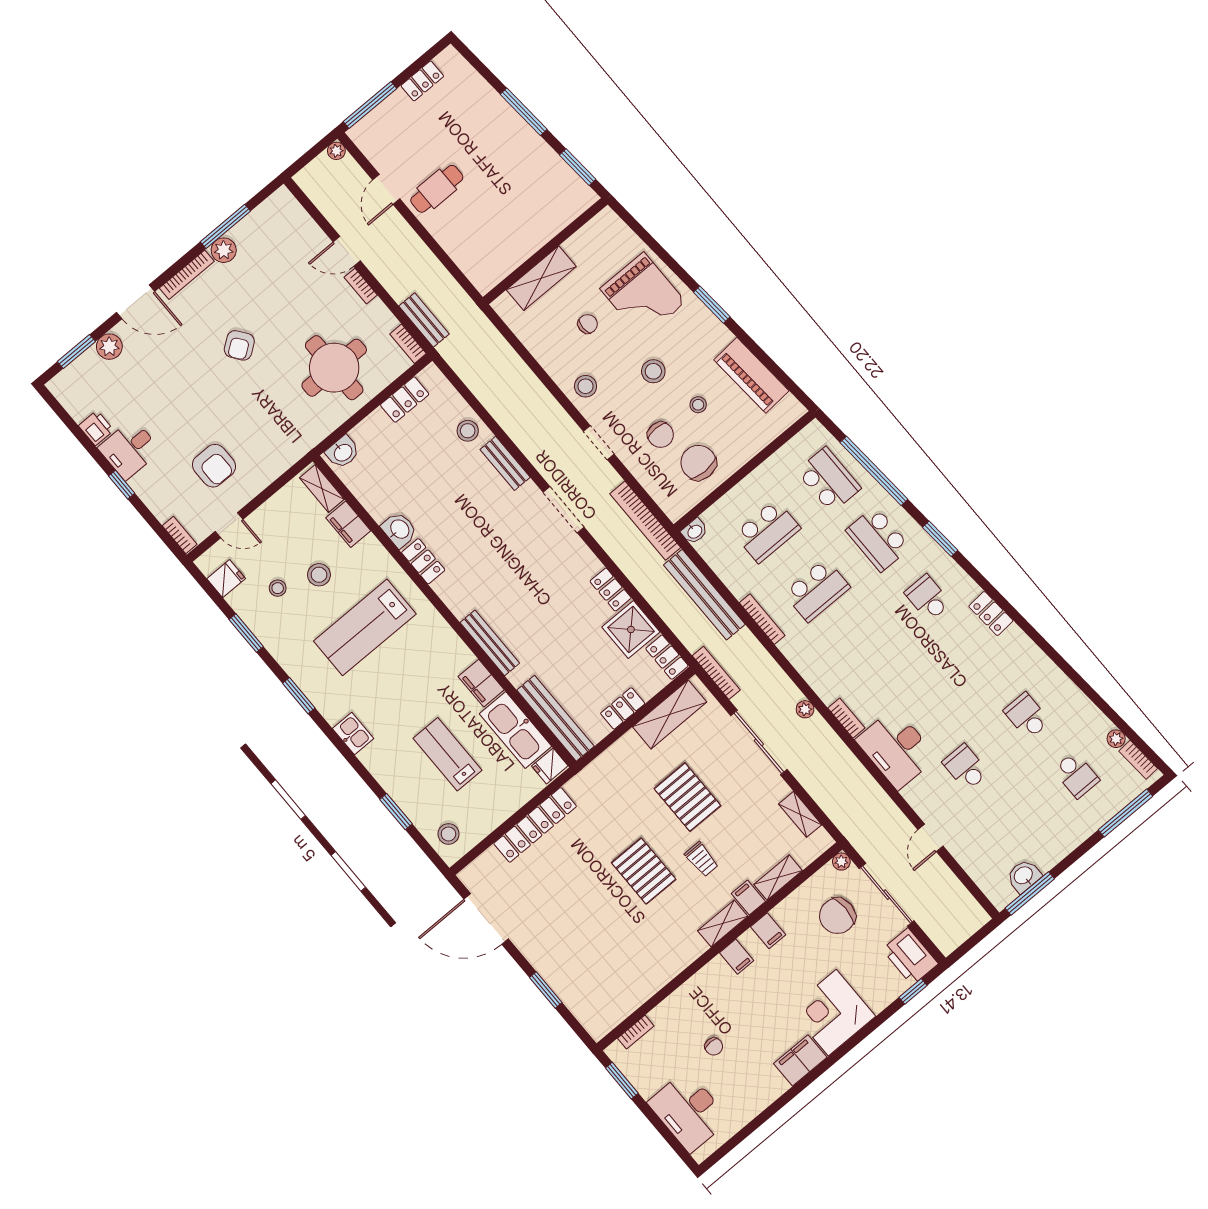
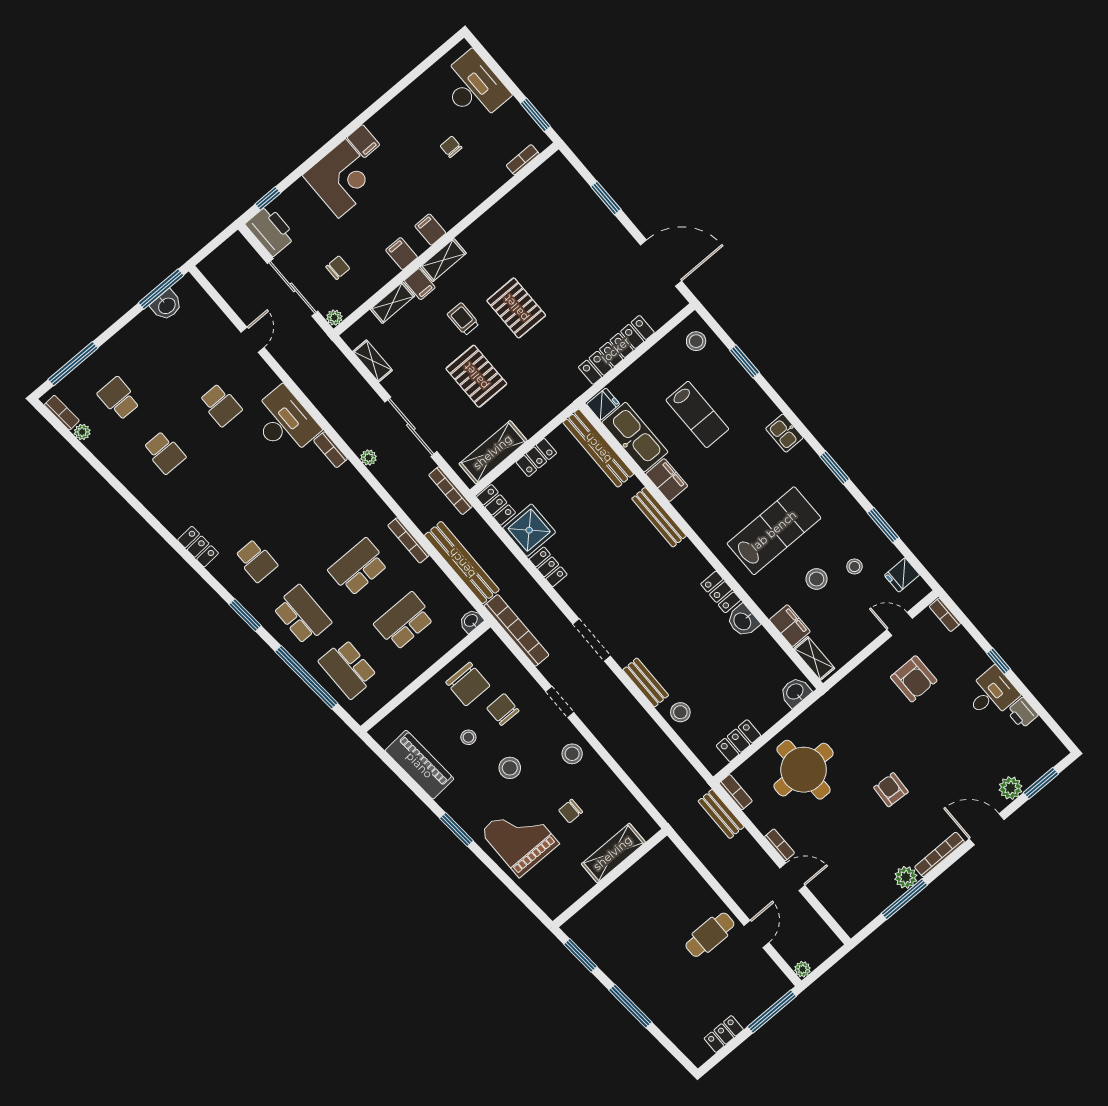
armchair: (239, 345) -> (891, 790), turned -51
armchair: (214, 466) -> (914, 679), turned 180
chair: (837, 916) -> (338, 268), width x0.54, depth x0.54
filing cabinet: (800, 1060) -> (363, 141), width x0.50

